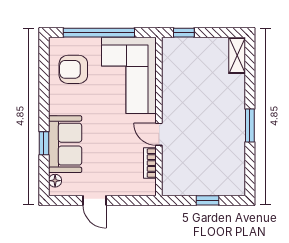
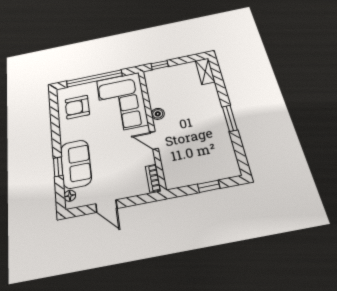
boiler: (169, 101) -> (158, 114), added
bookcase: (150, 163) -> (153, 178), moved

